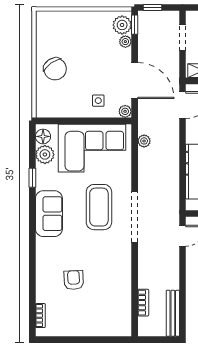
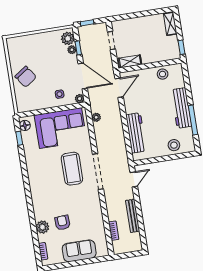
window: (135, 25) -> (78, 48), moved
plant: (45, 154) -> (42, 227), moved
window: (32, 178) -> (19, 138), moved
sofa: (49, 214) -> (79, 251), moved, turned -90
bench: (173, 313) -> (133, 216), moved

